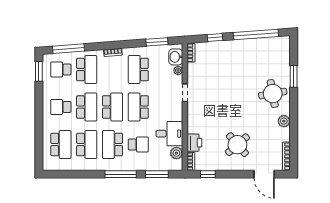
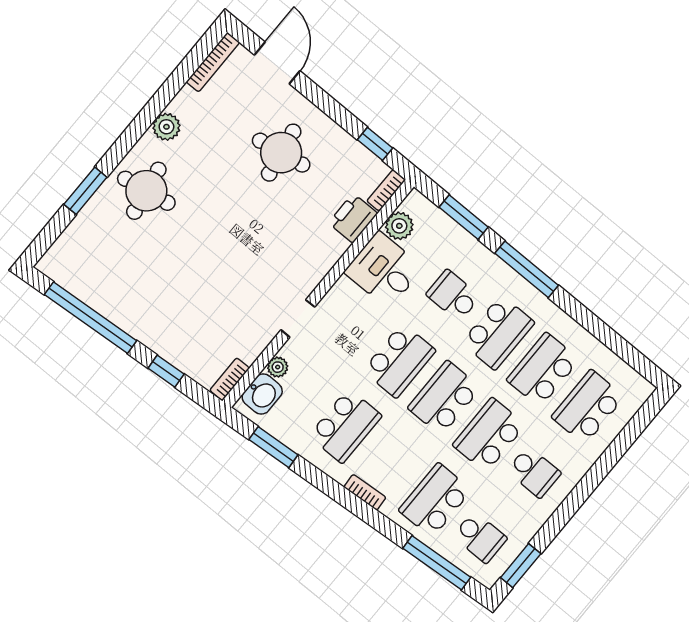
round table: (237, 145) -> (281, 153), turned 31

